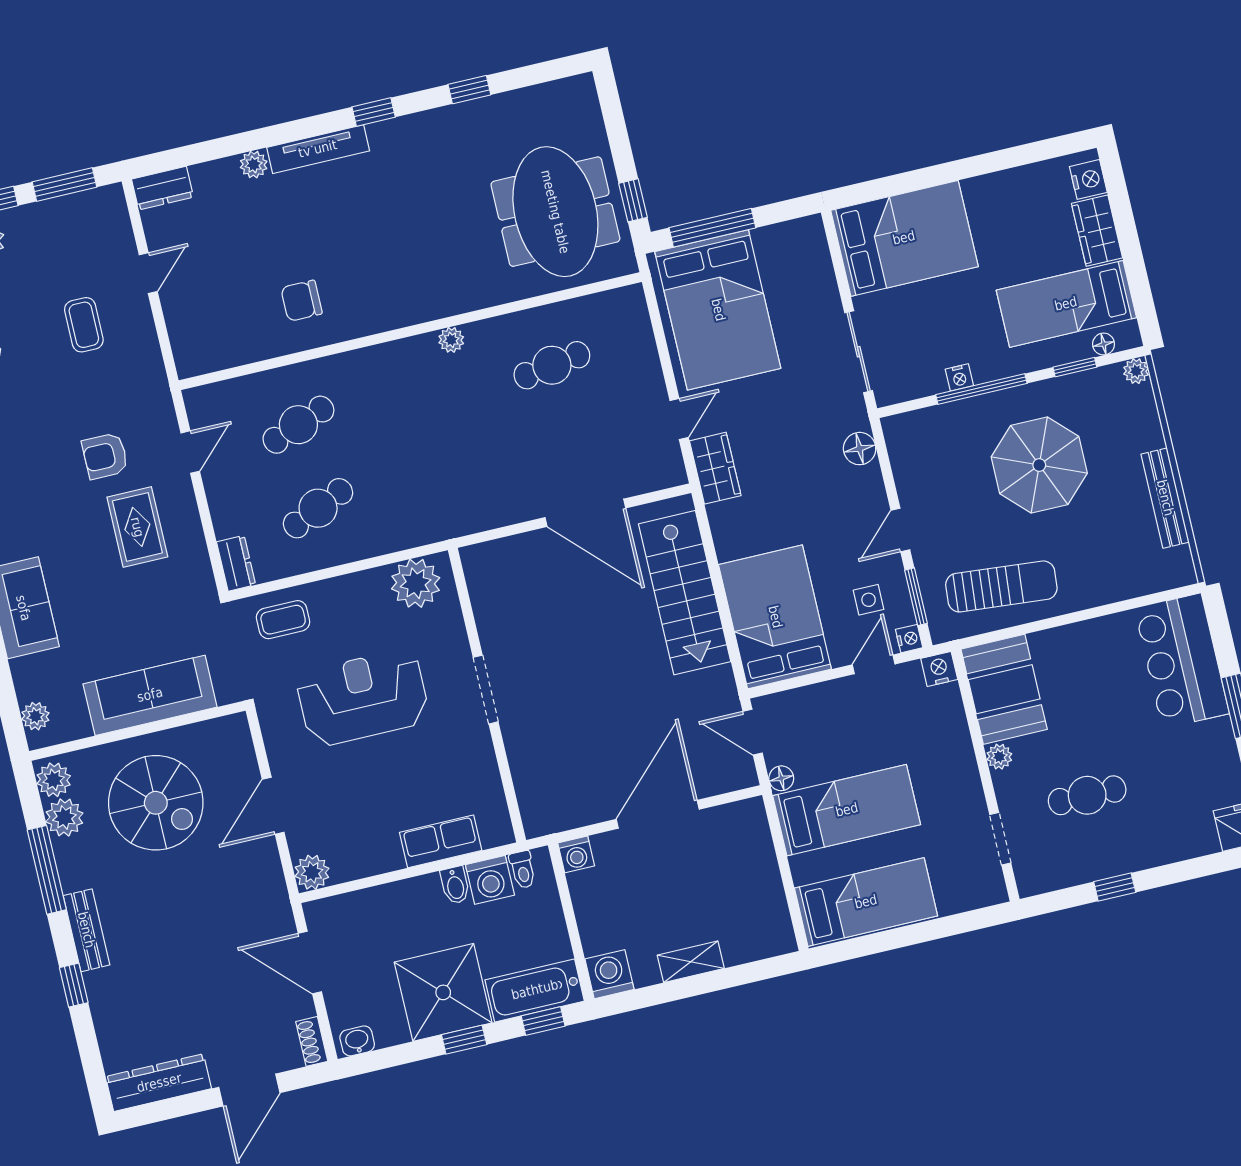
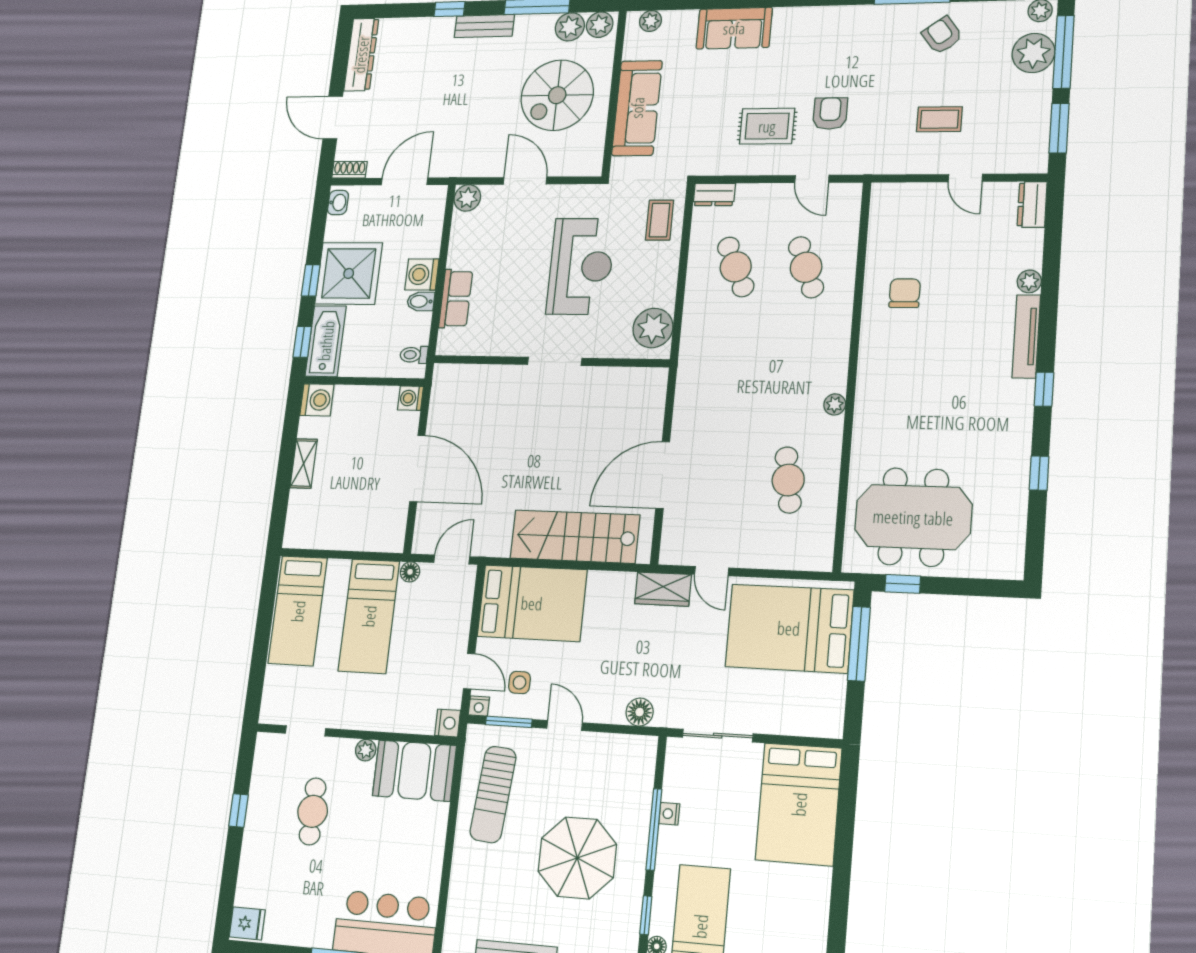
washing machine: (490, 880) -> (422, 275), moved

